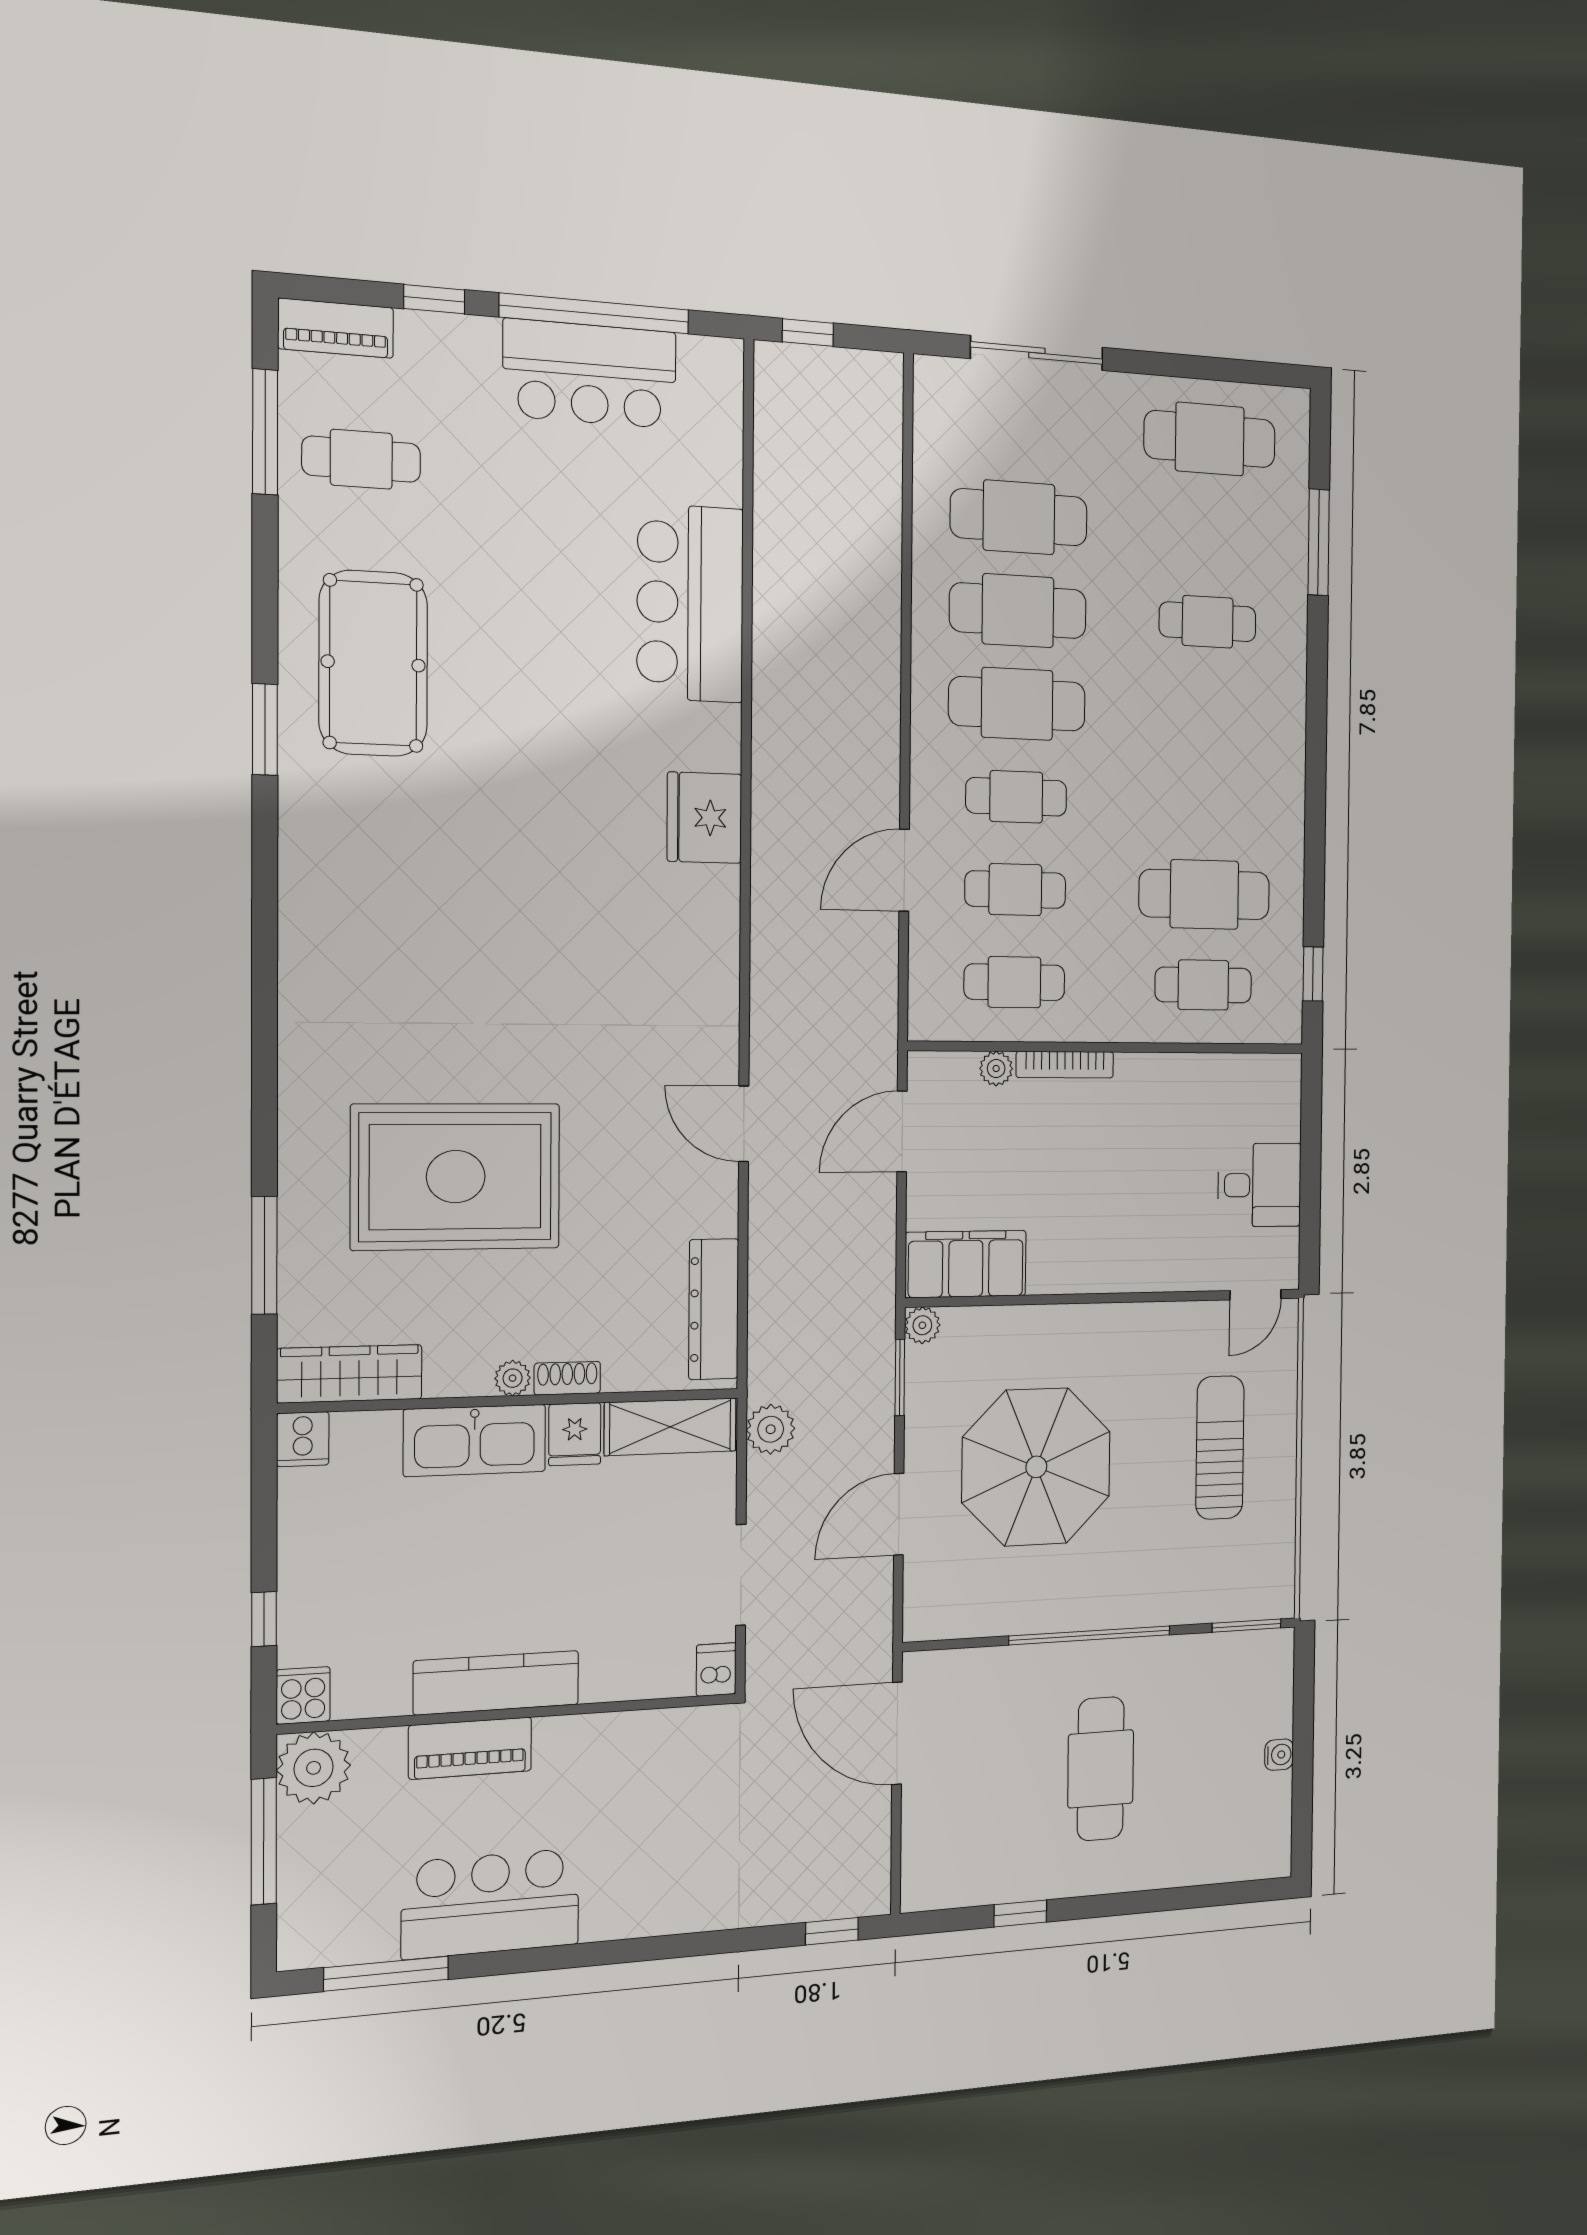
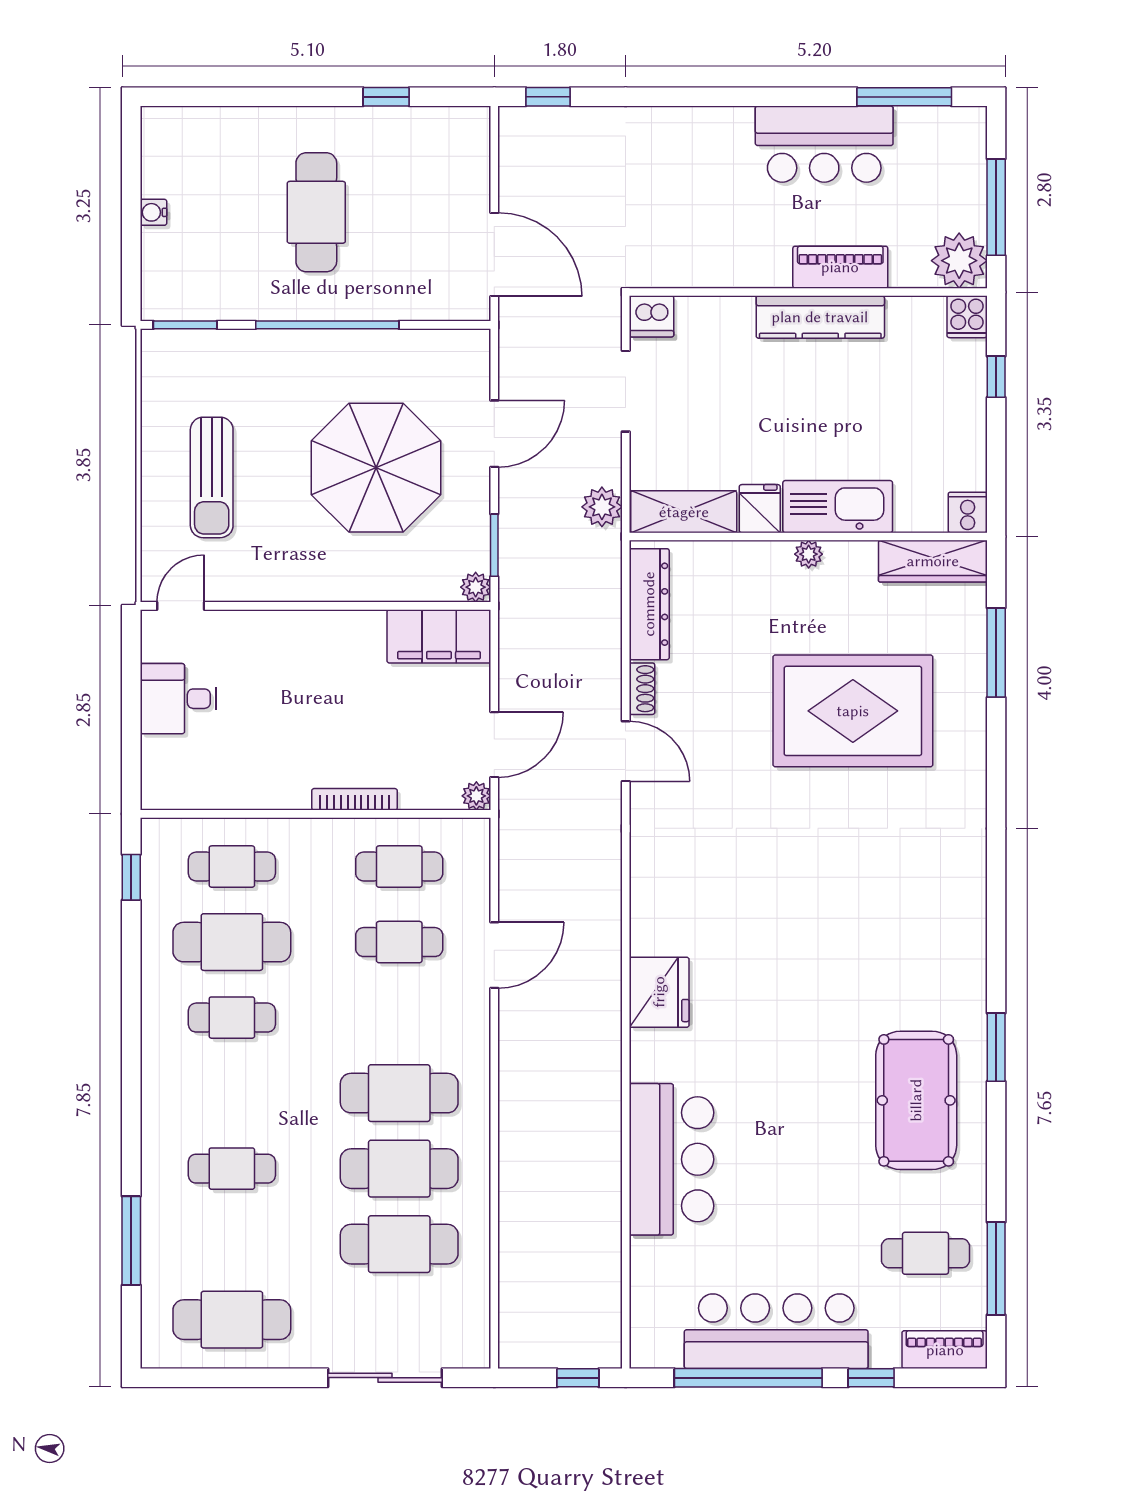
bar counter: (590, 374) -> (776, 1331), width x1.36
cafe table: (1016, 797) -> (232, 1018), moved
plant: (996, 1069) -> (476, 796), moved
shoe rack: (567, 1378) -> (642, 689), moved, turned -90
dishwasher: (716, 1669) -> (651, 316), width x1.38

